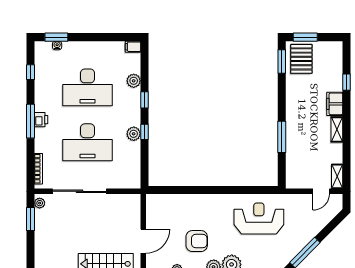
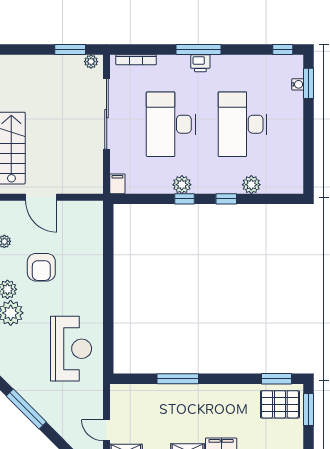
filing cabinet: (133, 47) -> (117, 184), moved
window: (31, 72) -> (283, 50), moved

